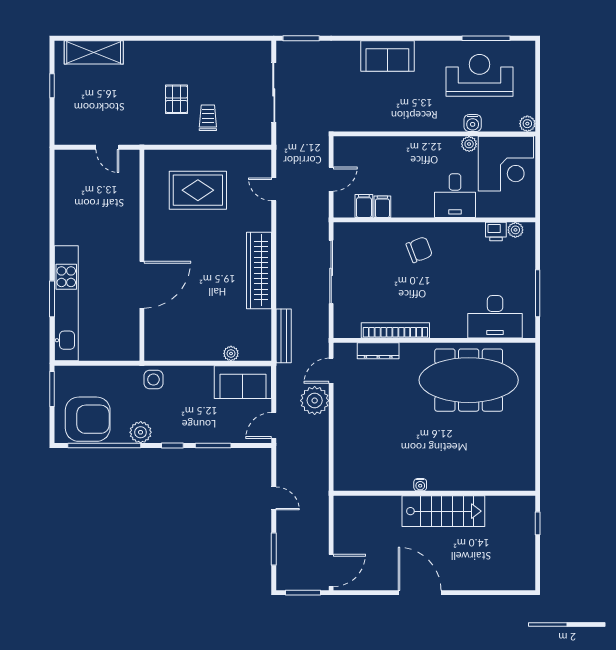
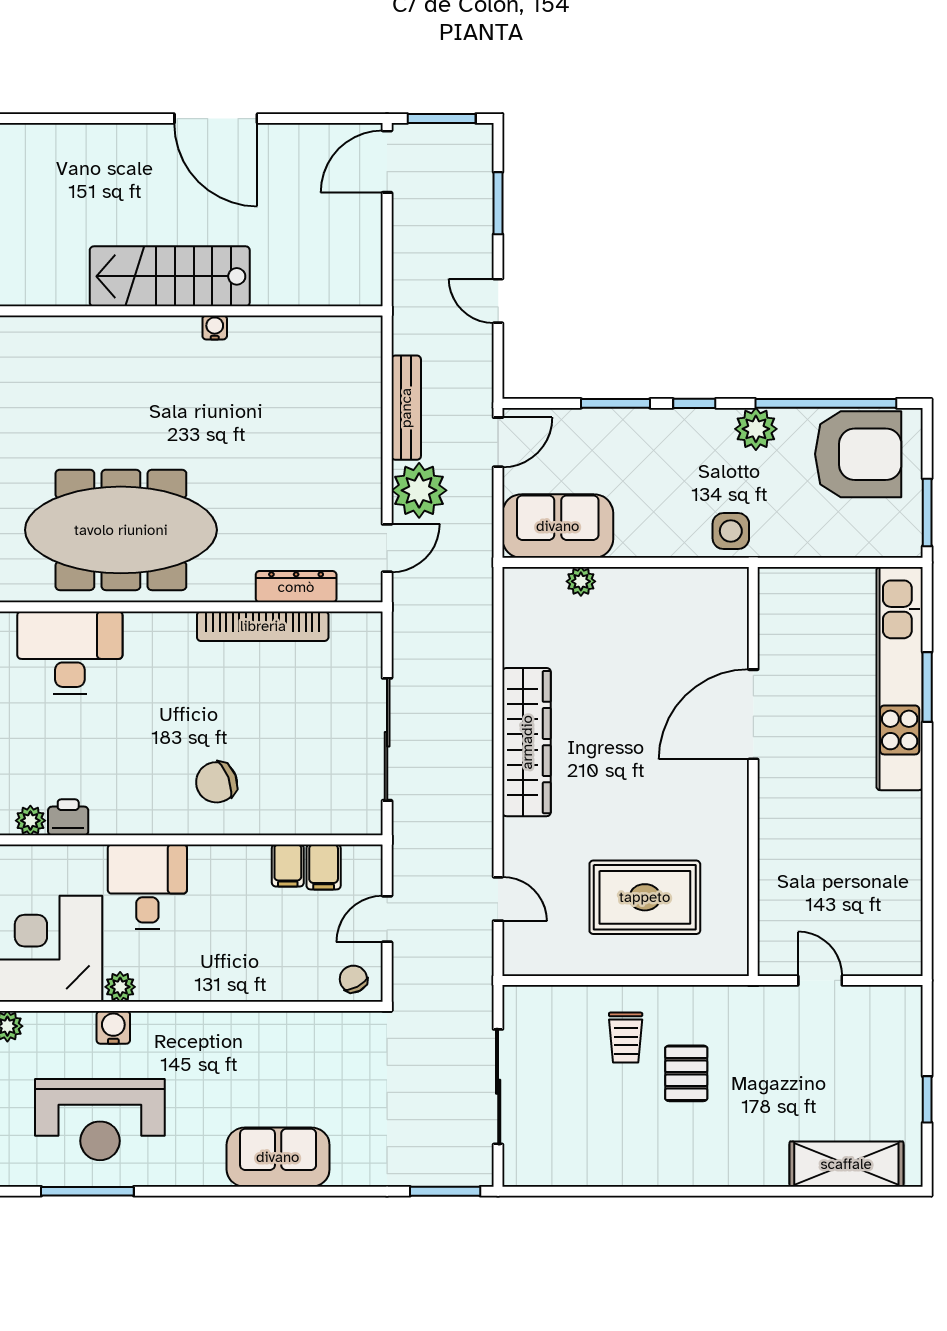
chair: (349, 148) -> (353, 979), added
bench: (284, 336) -> (406, 408), moved
armchair: (88, 419) -> (858, 454), turned 180

